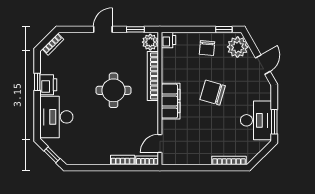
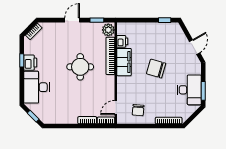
printer: (168, 40) -> (122, 41), moved
plant: (238, 47) -> (175, 34), removed
chair: (207, 48) -> (138, 110), moved
filing cabinet: (171, 101) -> (124, 62), moved

